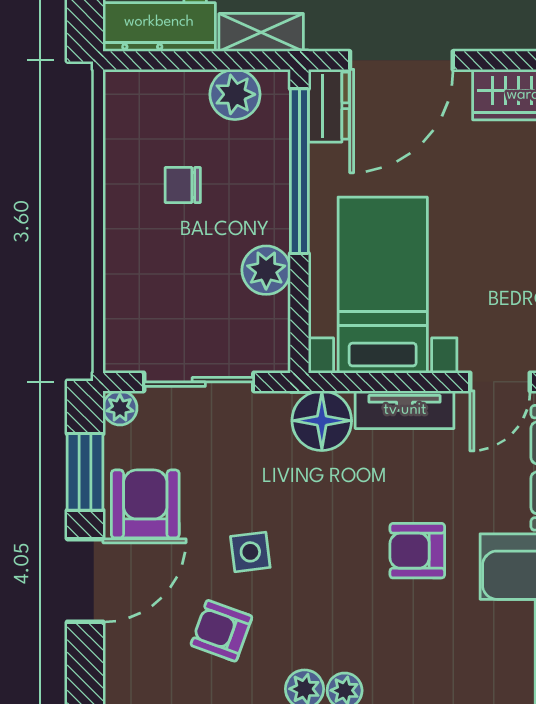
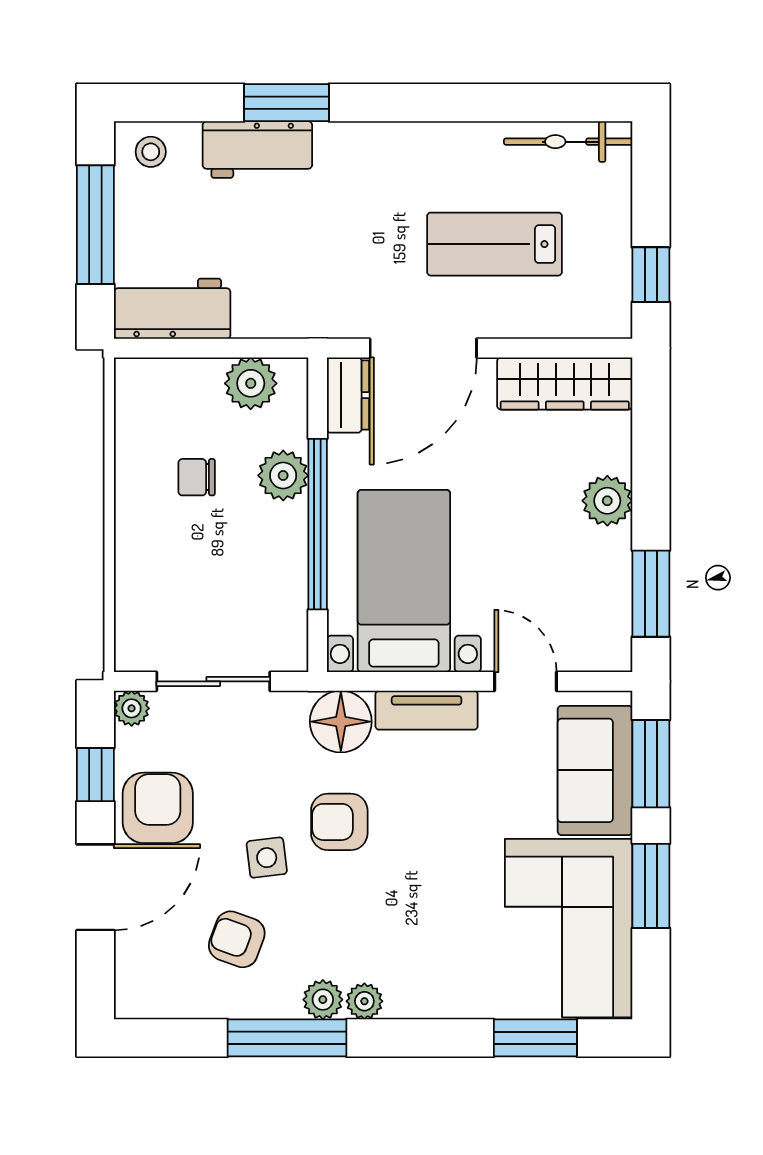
shelving: (261, 32) -> (278, 319), removed
window: (299, 171) -> (318, 524), moved
plant: (266, 270) -> (283, 475), moved
door: (500, 382) -> (525, 681), swing flipped
window: (85, 472) -> (95, 775), width x0.67
armchair: (417, 551) -> (339, 822), moved

